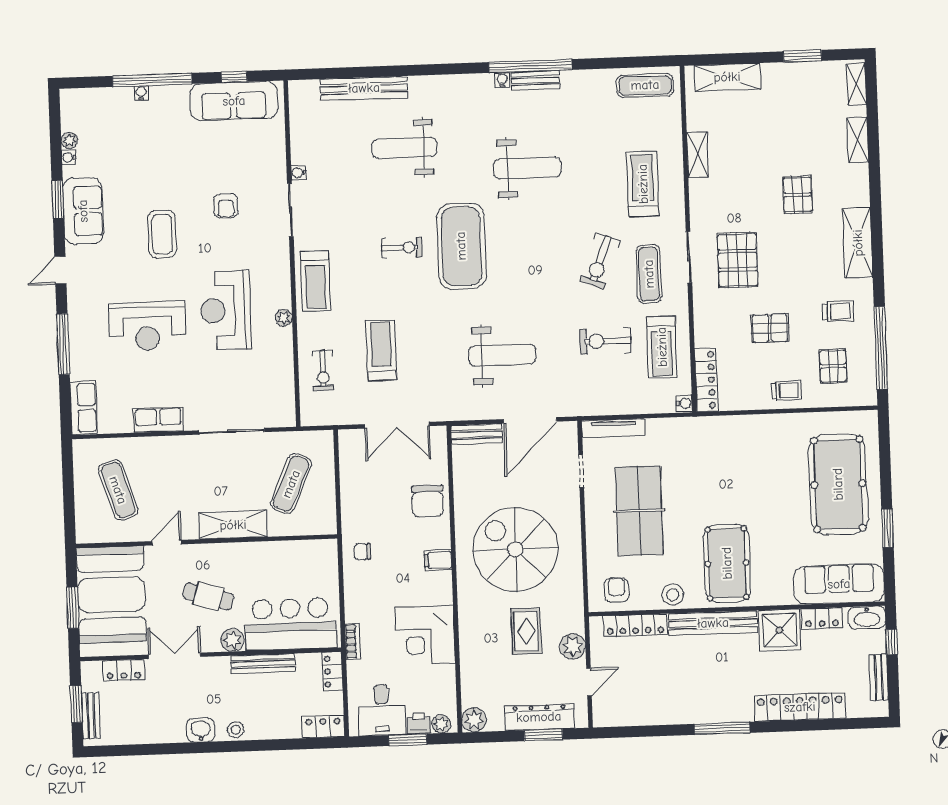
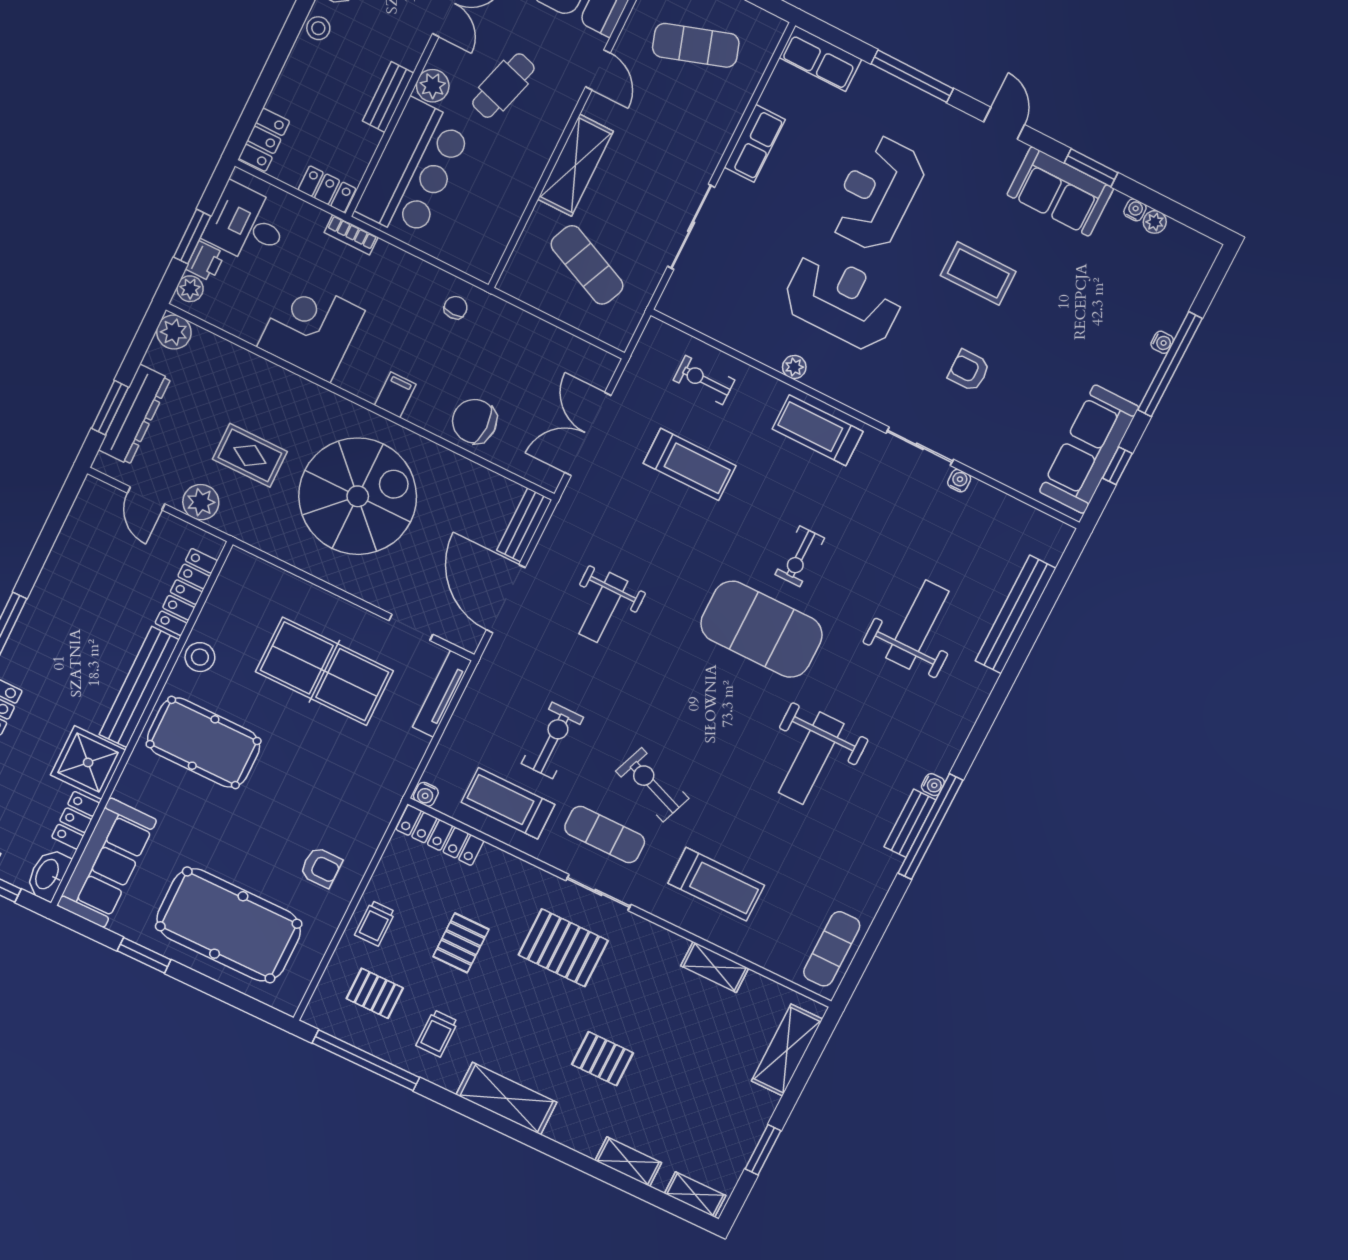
weight bench: (502, 355) -> (603, 608), width x0.73, depth x0.75
armchair: (617, 590) -> (321, 867), moved
bench: (263, 664) -> (388, 97), width x0.73

